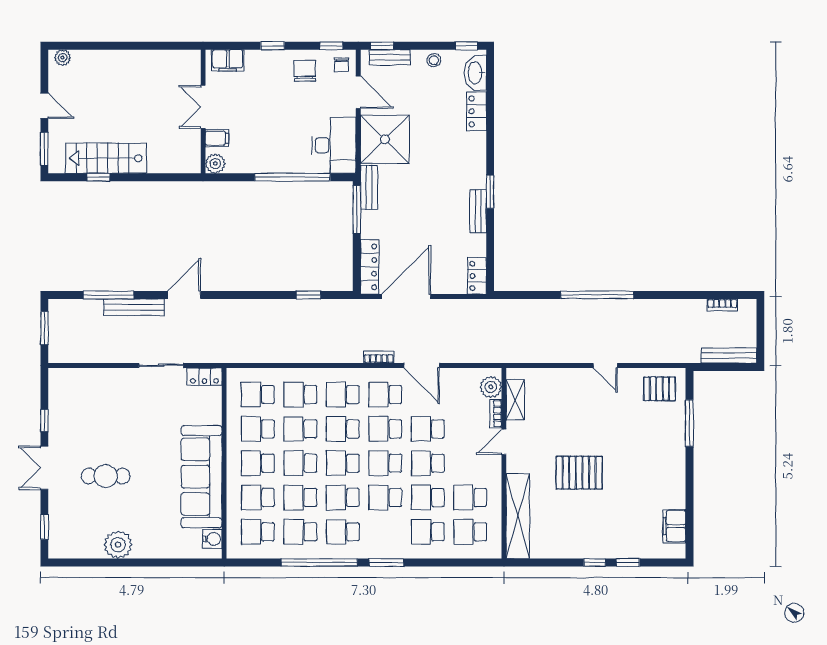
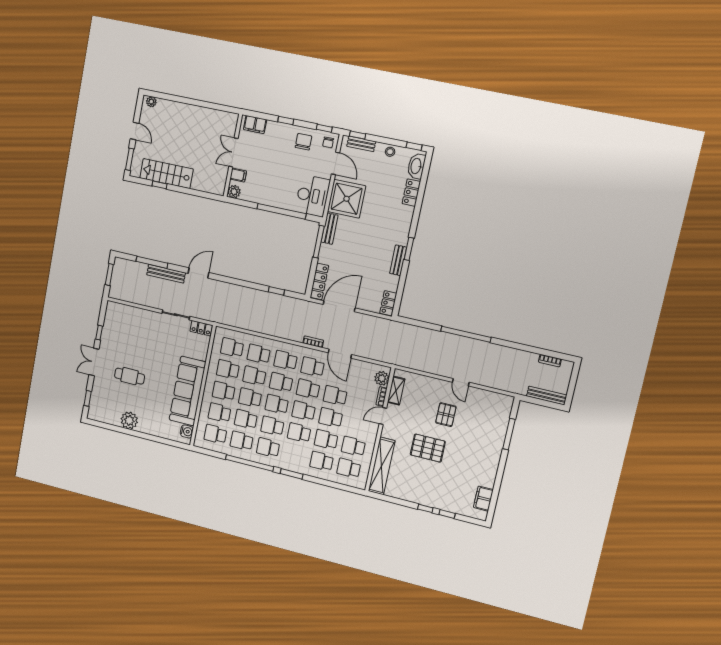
pallet: (659, 389) -> (446, 415), moved, turned 90

